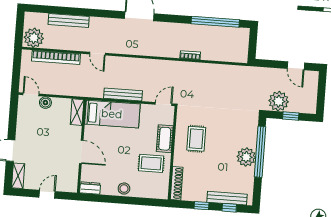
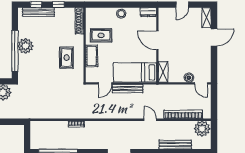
door: (164, 104) -> (105, 83), moved

